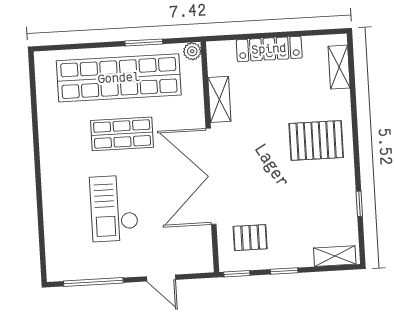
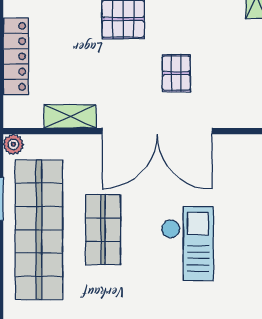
checkout: (114, 208) -> (187, 244), turned -90
pallet: (250, 238) -> (176, 73), moved

